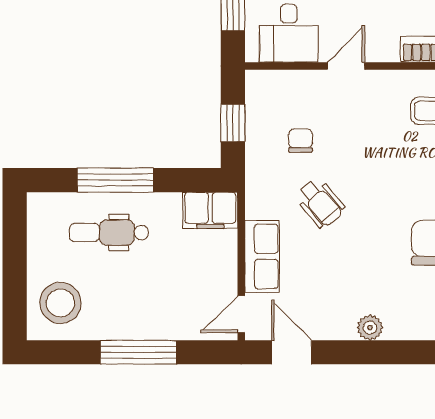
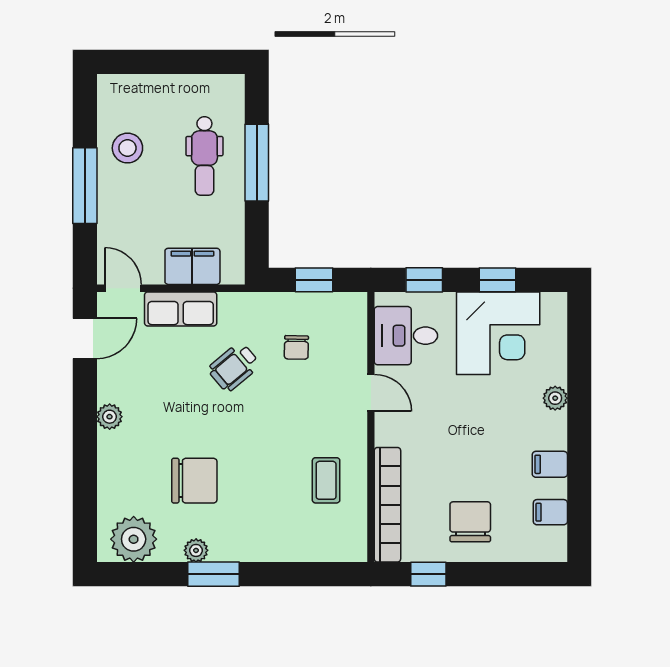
chair: (301, 141) -> (296, 347), turned 91
filing cabinet: (210, 210) -> (192, 266), moved, turned 90
dental chair: (109, 233) -> (204, 156), turned 180
stool: (60, 303) -> (127, 148), moved, width x0.73, depth x0.73

